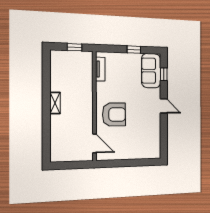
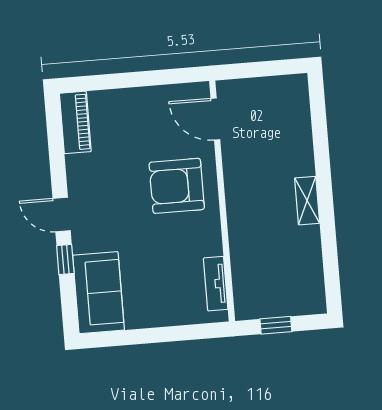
window: (134, 50) -> (143, 336), removed
window: (164, 74) -> (65, 260), moved
piano: (155, 145) -> (75, 122), added

